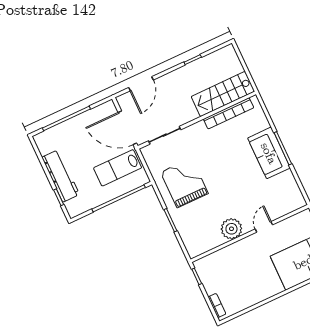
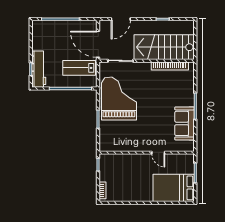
stairs: (223, 94) -> (164, 47), width x1.36, depth x1.51
sofa: (269, 153) -> (184, 123), moved
workbench: (61, 176) -> (39, 69), moved
grand piano: (184, 183) -> (119, 99), width x1.37, depth x1.48
door: (264, 227) -> (158, 153), swing flipped
plant: (231, 229) -> (136, 144), removed

